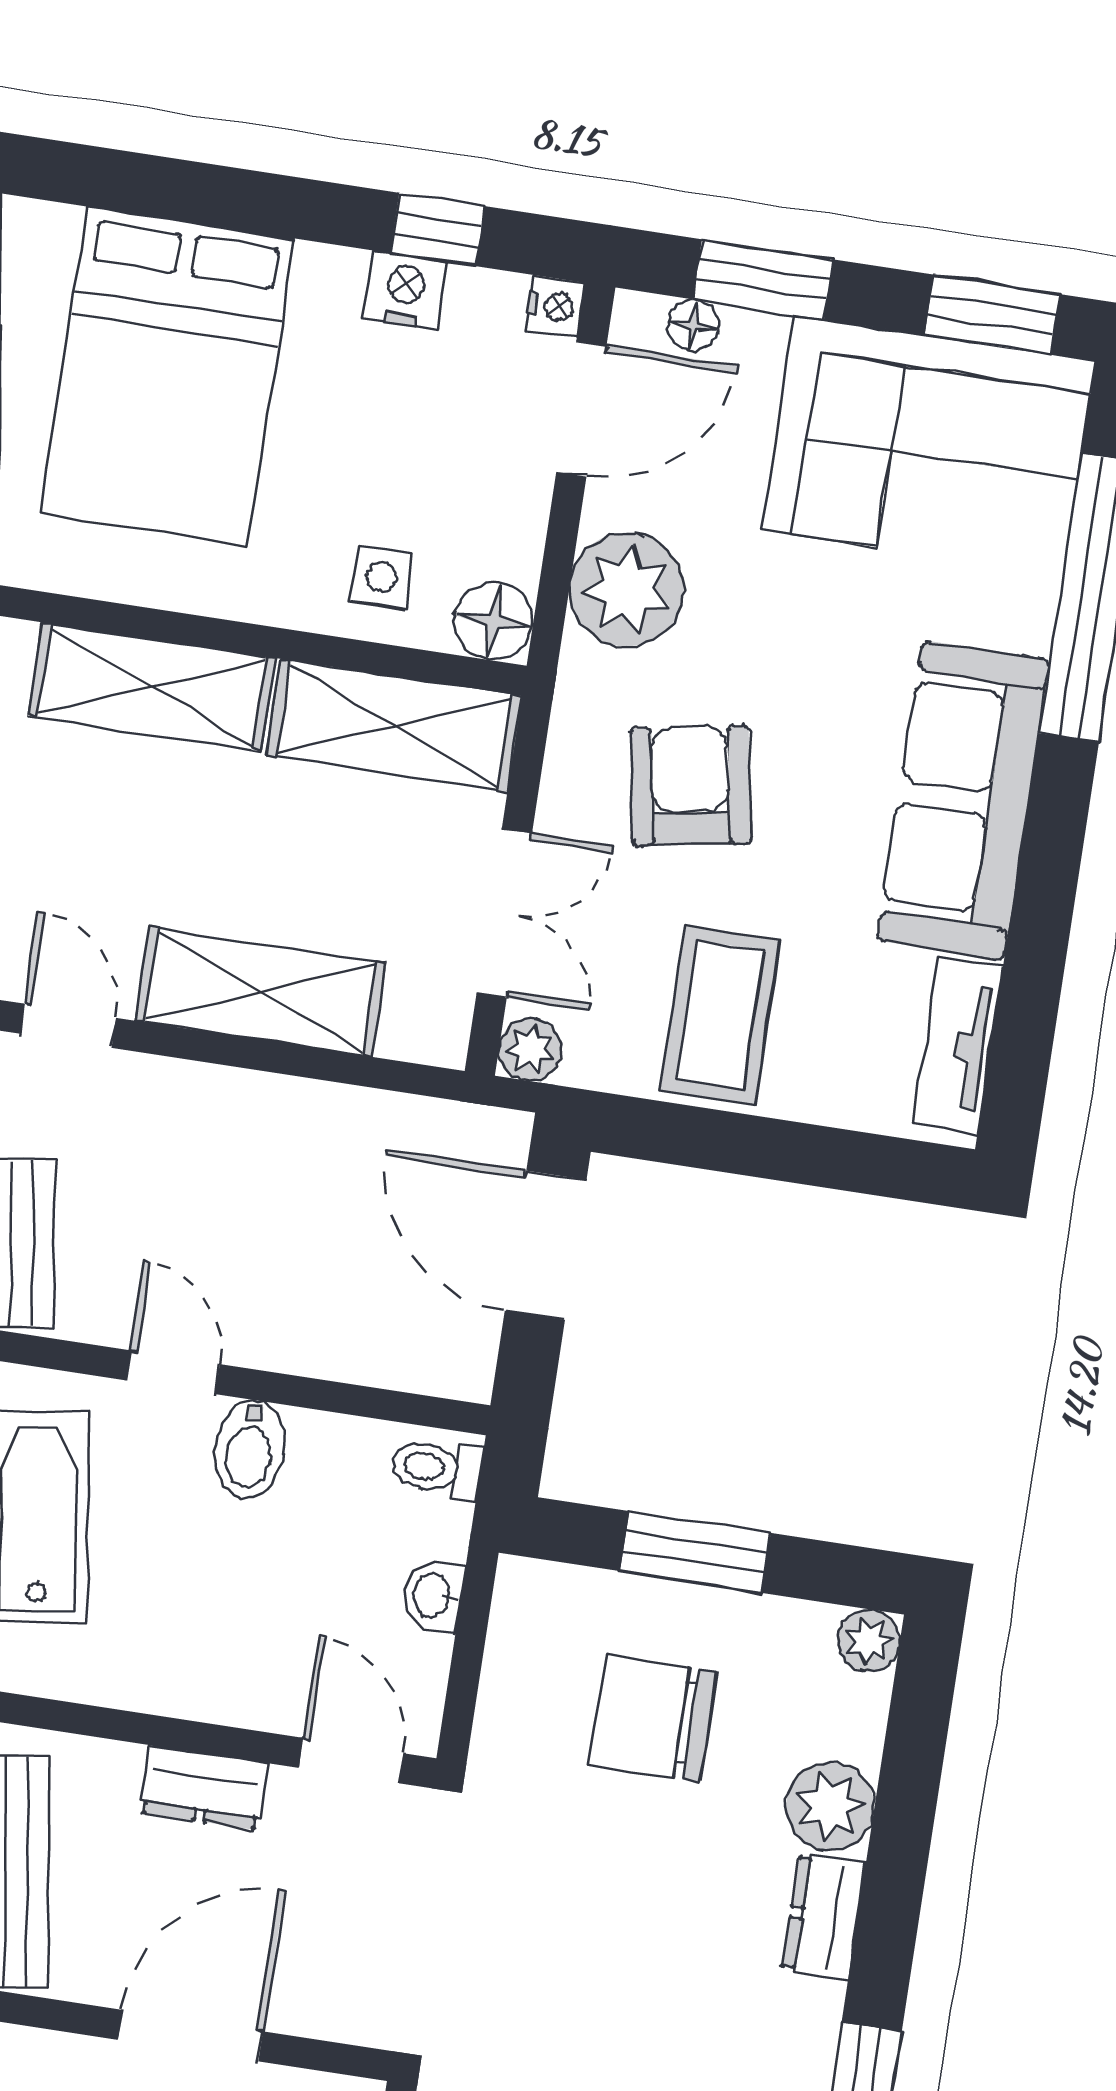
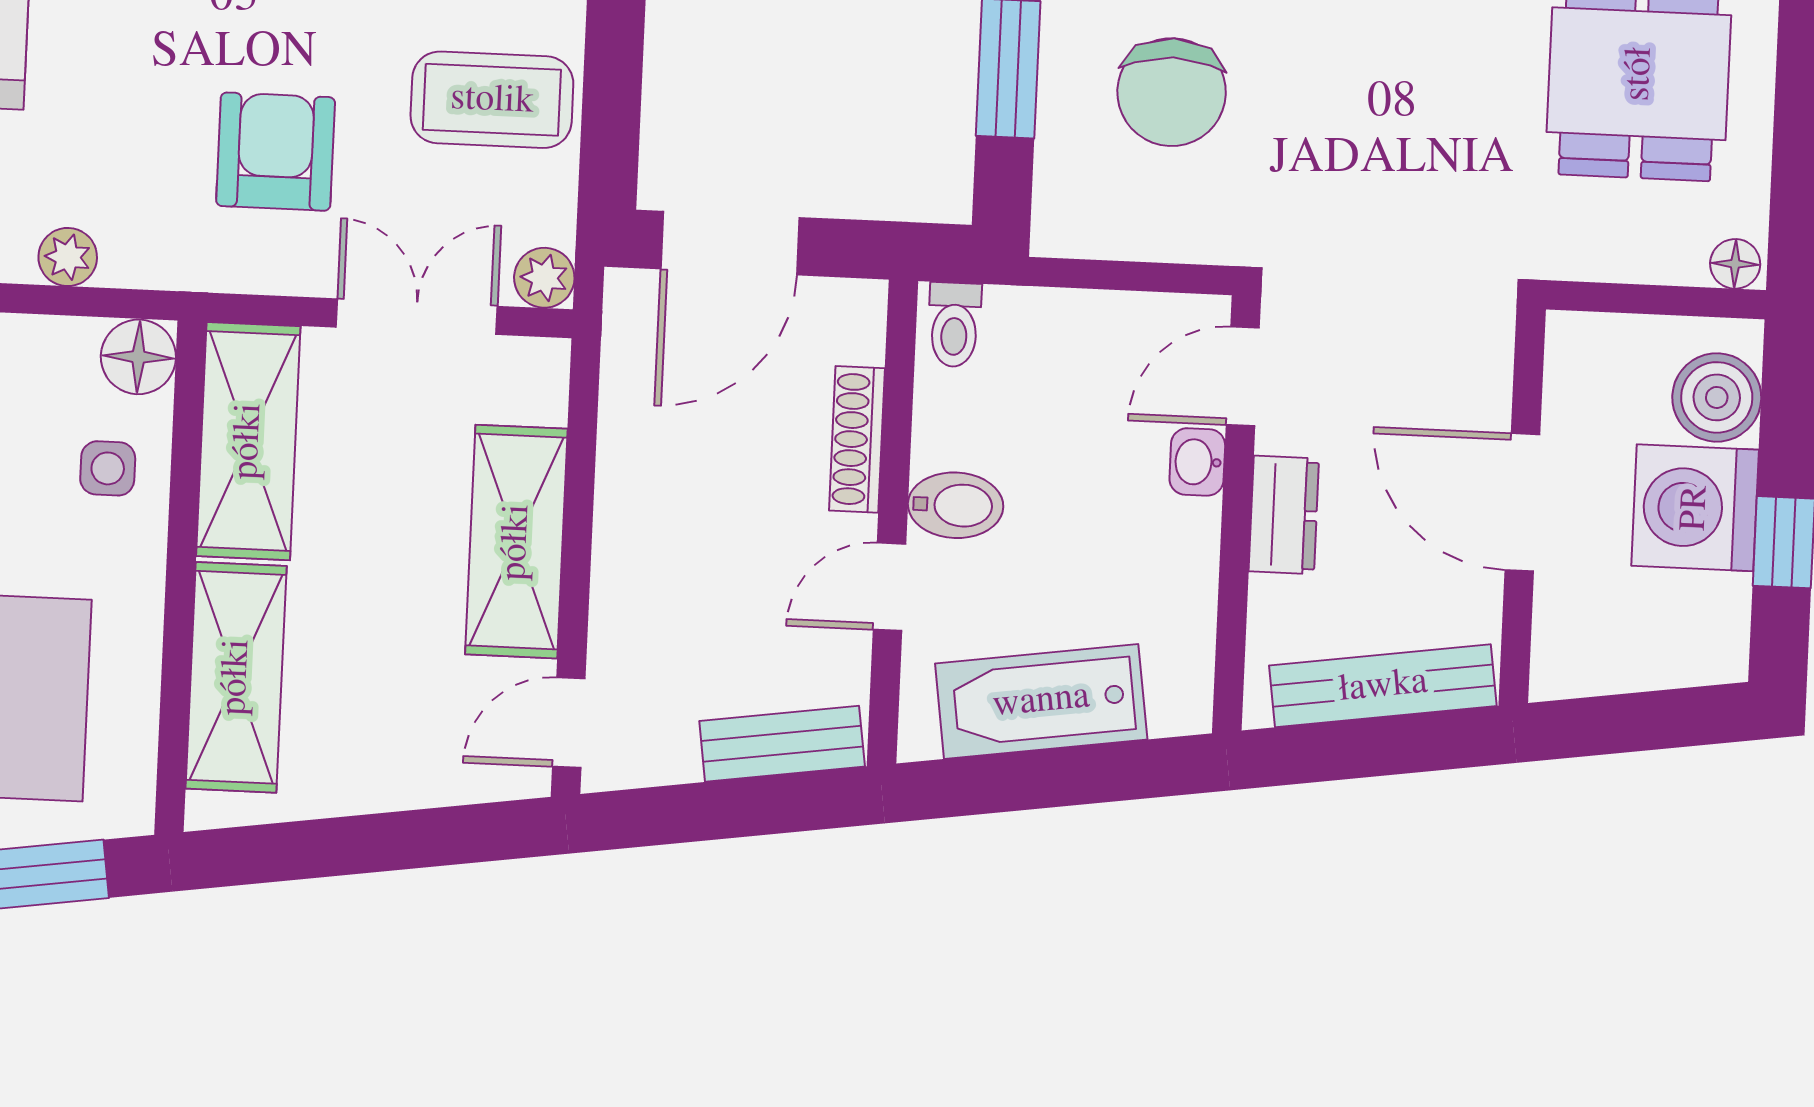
plant: (627, 590) -> (68, 257), width x0.53, depth x0.53
armchair: (691, 786) -> (276, 152), turned 100
shoe rack: (329, 1355) -> (857, 439), added
washbasin: (433, 1595) -> (1197, 462), moved, turned 90

